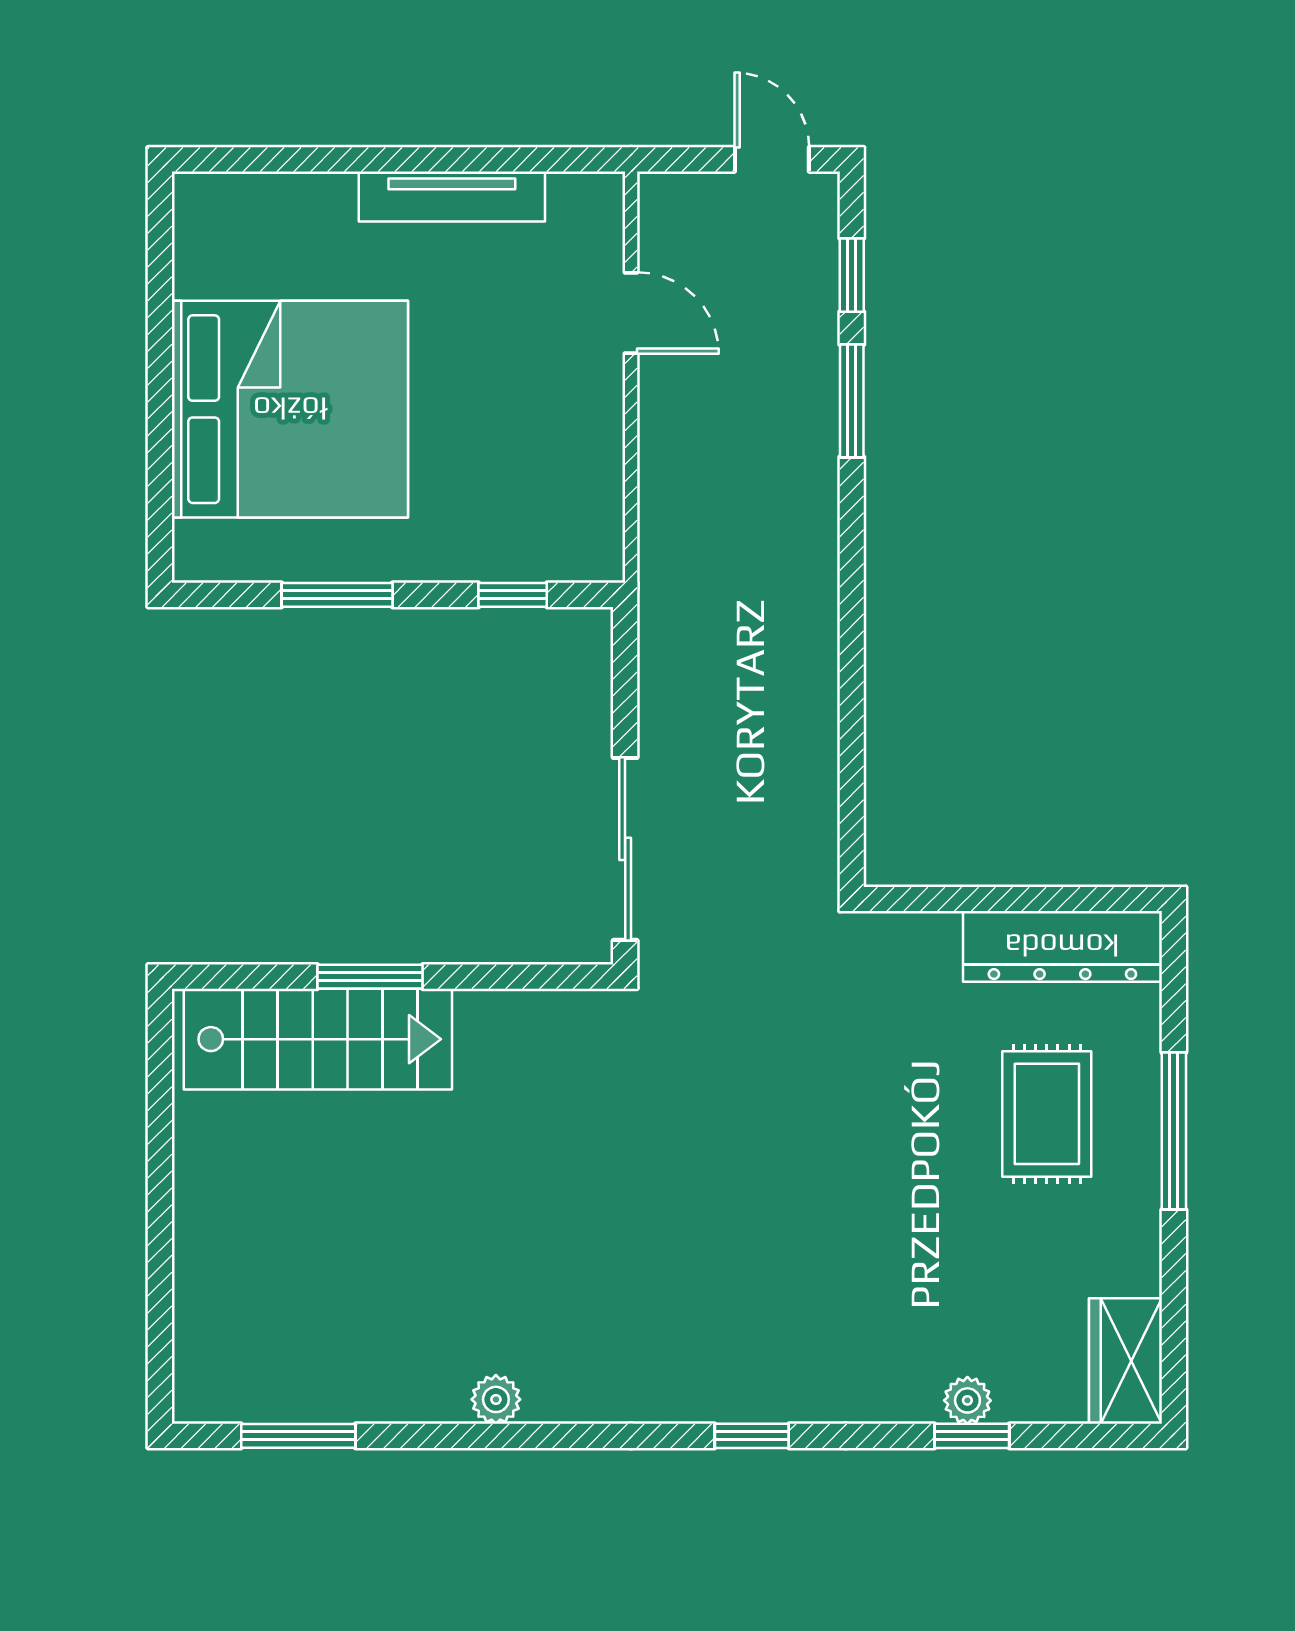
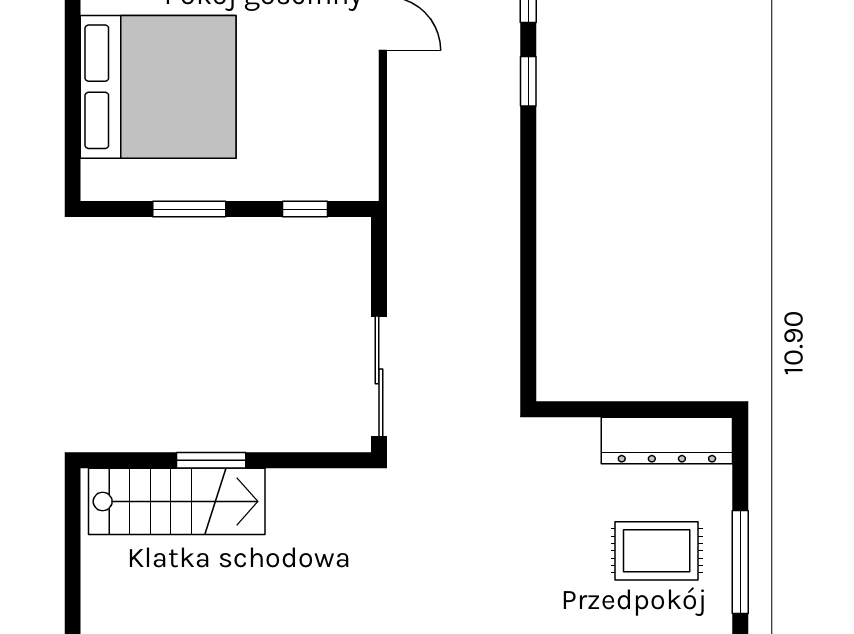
window: (852, 401) -> (528, 81), width x0.67
rug: (1047, 1114) -> (657, 551), turned 90

